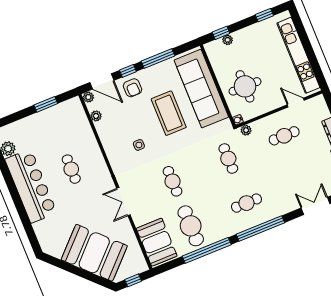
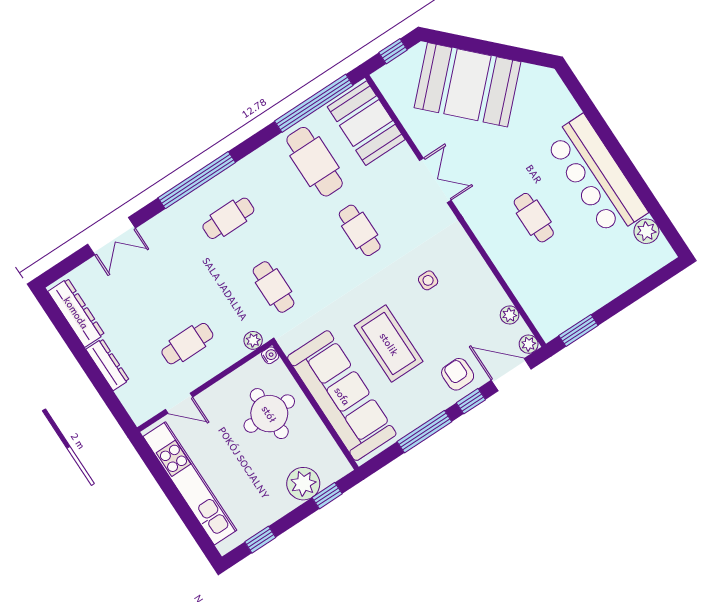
plant: (228, 40) -> (303, 484), width x1.87, depth x1.87
window: (46, 104) -> (578, 331), moved
window: (207, 250) -> (314, 103), moved

